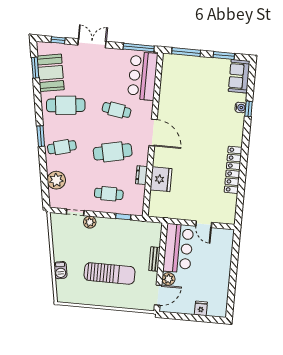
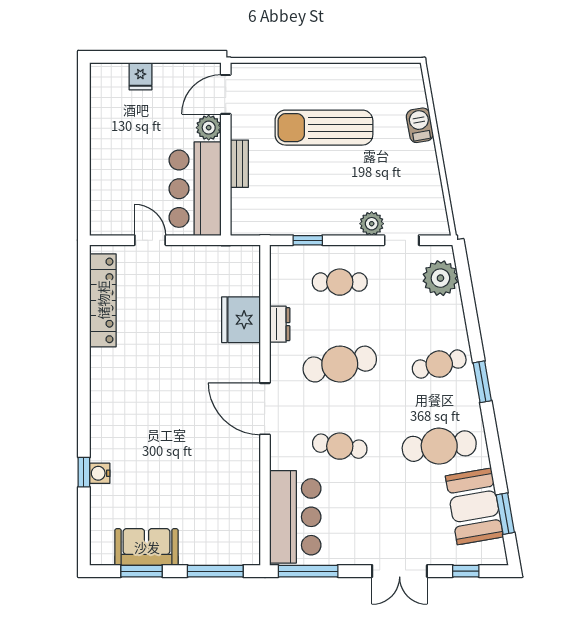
sofa: (239, 76) -> (147, 547), moved, turned -90
locker: (233, 170) -> (103, 300), moved
plant: (56, 180) -> (440, 278), moved

